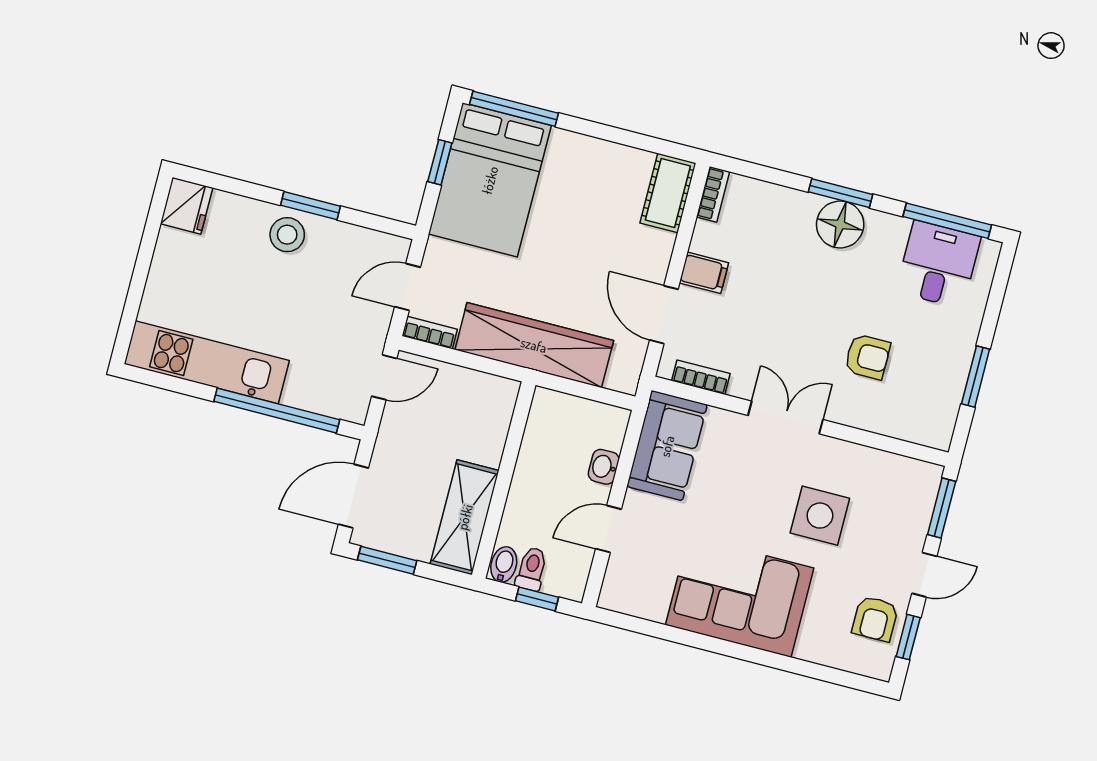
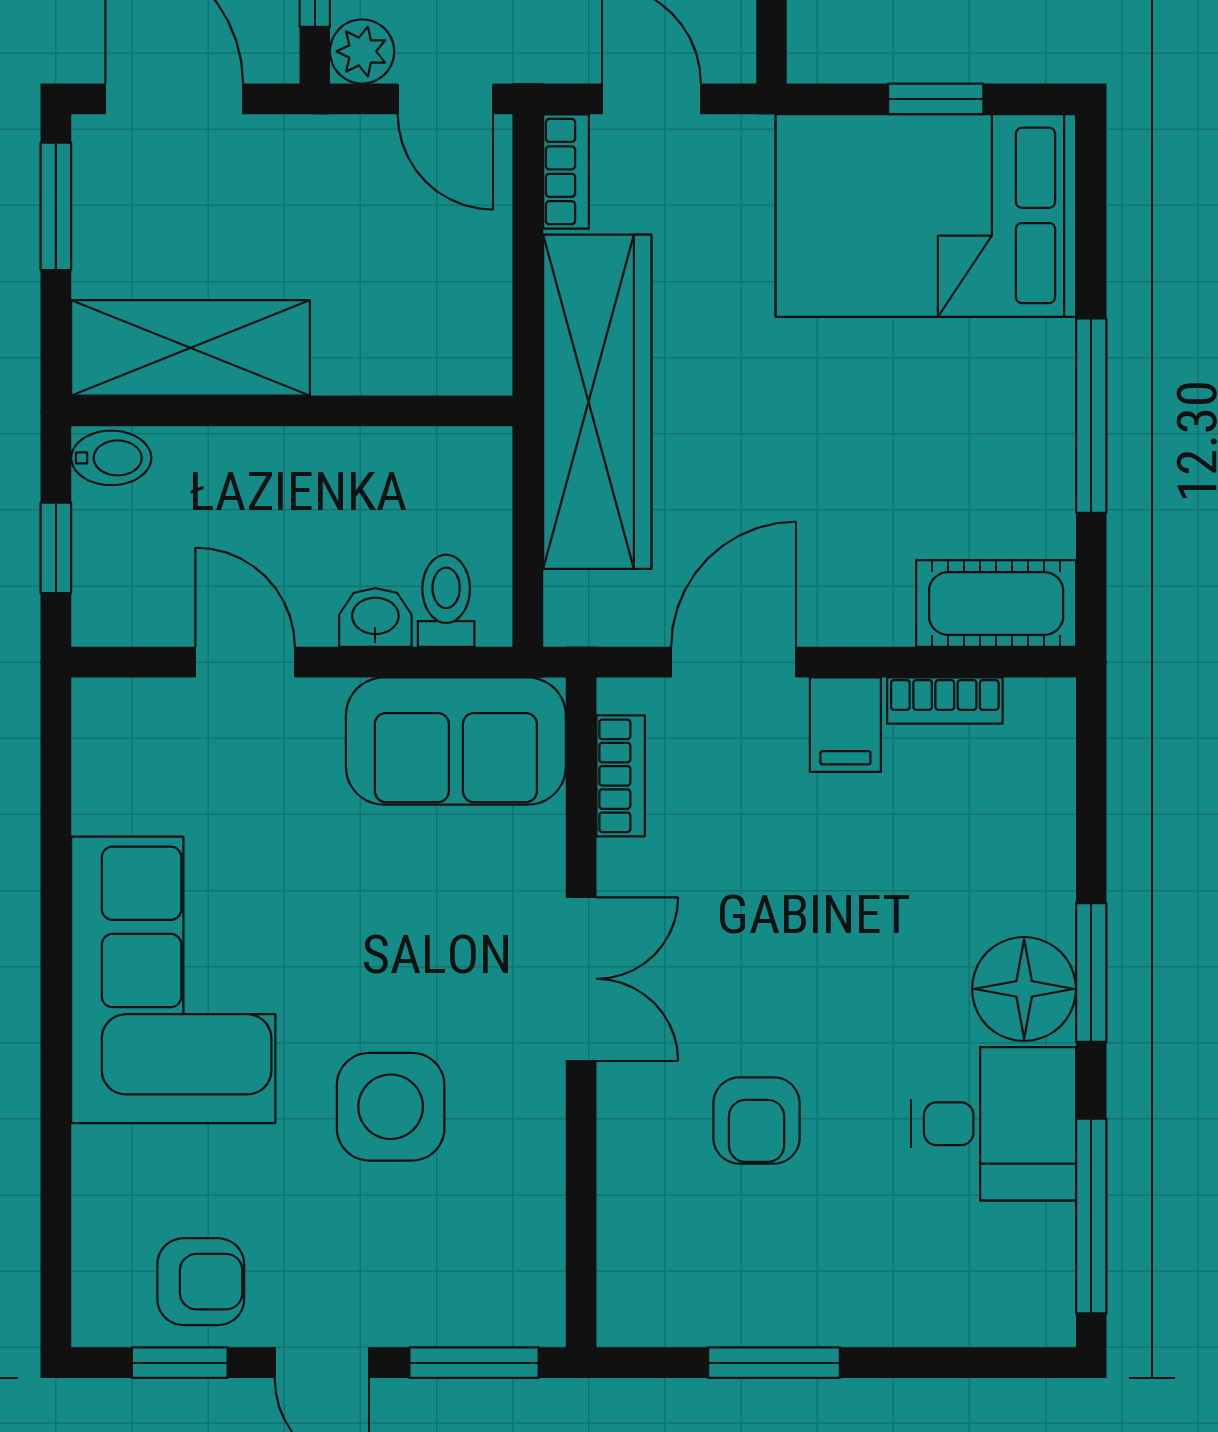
window: (514, 109) -> (1091, 416), moved
bookcase: (713, 194) -> (945, 701), moved
desk: (938, 264) -> (993, 1124), moved
plant: (354, 408) -> (362, 51), added
toilet: (531, 569) -> (446, 601), moved, turned -90
armchair: (875, 619) -> (201, 1282), turned 180

